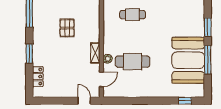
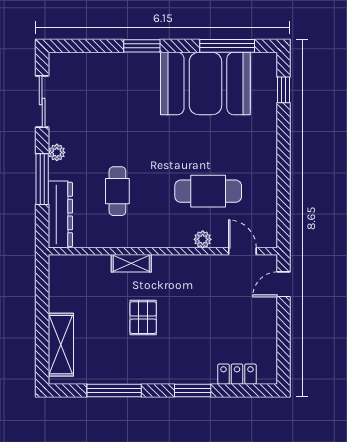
pallet: (67, 28) -> (143, 318), turned 90
shelving: (95, 53) -> (131, 263), moved
window: (208, 60) -> (227, 46), moved
cafe table: (132, 62) -> (208, 191), turned 90

